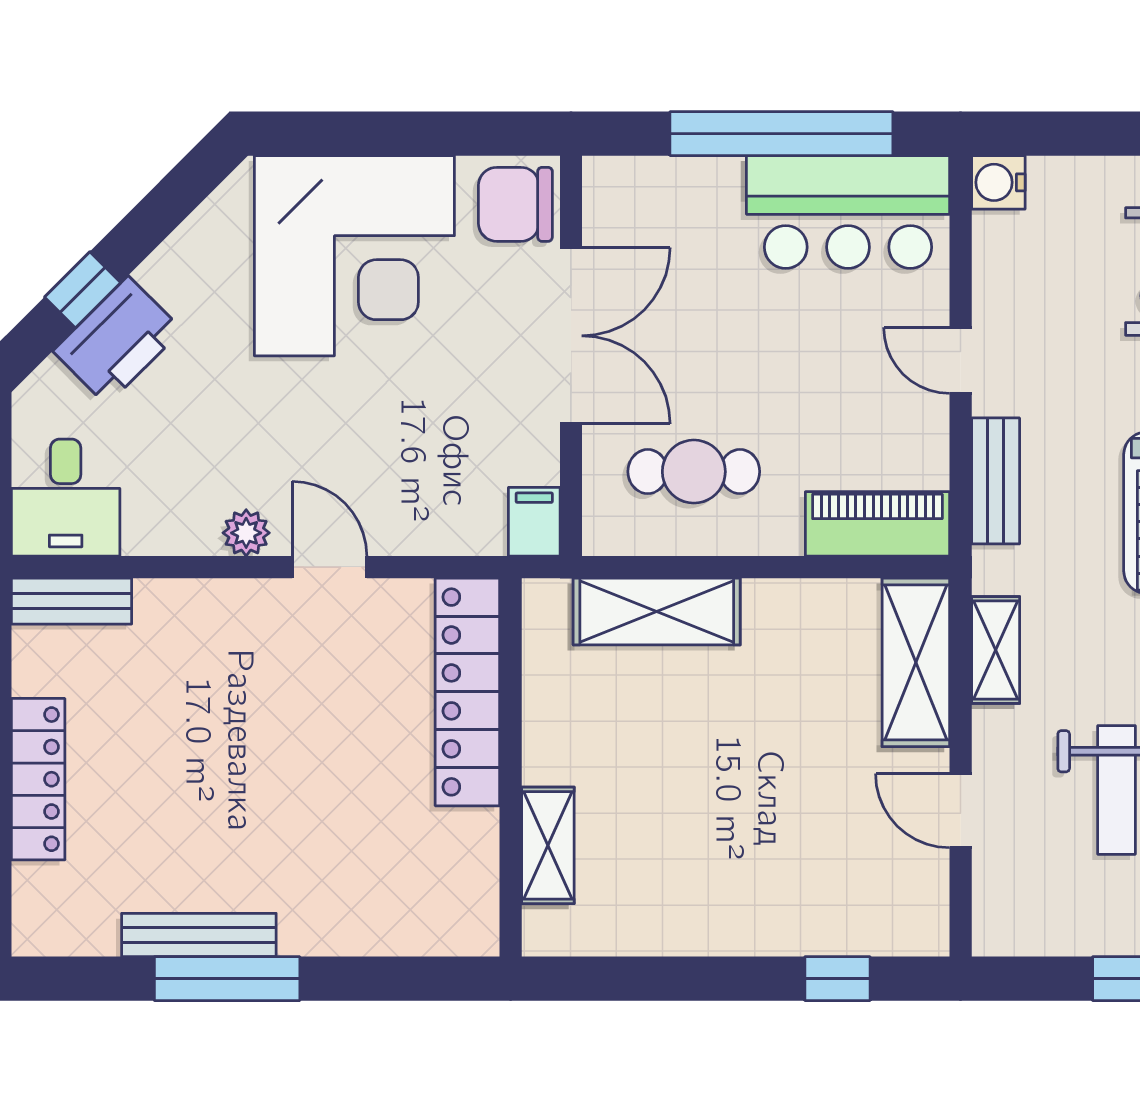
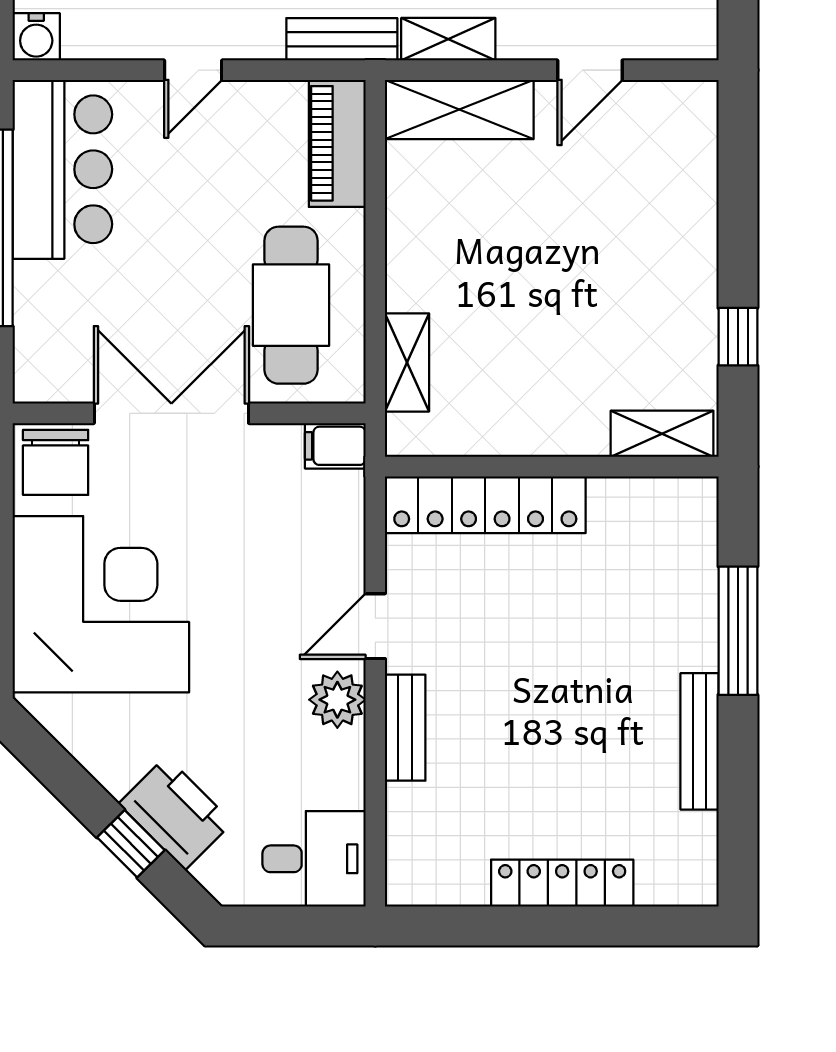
cafe table: (694, 472) -> (291, 305), width x1.37, depth x1.35
bench: (996, 481) -> (342, 39), moved
plant: (246, 533) -> (337, 700), width x1.38, depth x1.38
bench: (72, 601) -> (405, 728), moved
shelving: (657, 611) -> (407, 362), width x0.67, depth x0.75
shelving: (548, 845) -> (662, 434), moved
window: (227, 979) -> (738, 631), moved
window: (837, 979) -> (738, 337), moved

